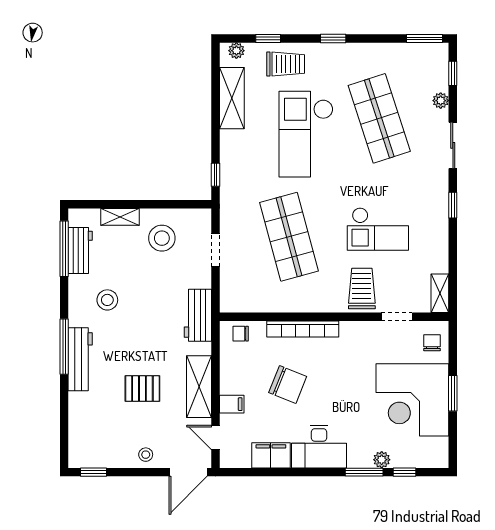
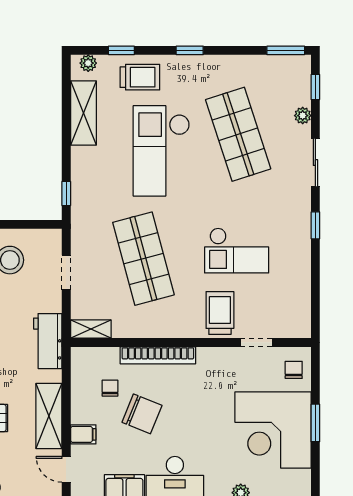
shelving: (440, 293) -> (91, 329), moved, turned 90
chair: (241, 334) -> (110, 388), moved, turned 90

